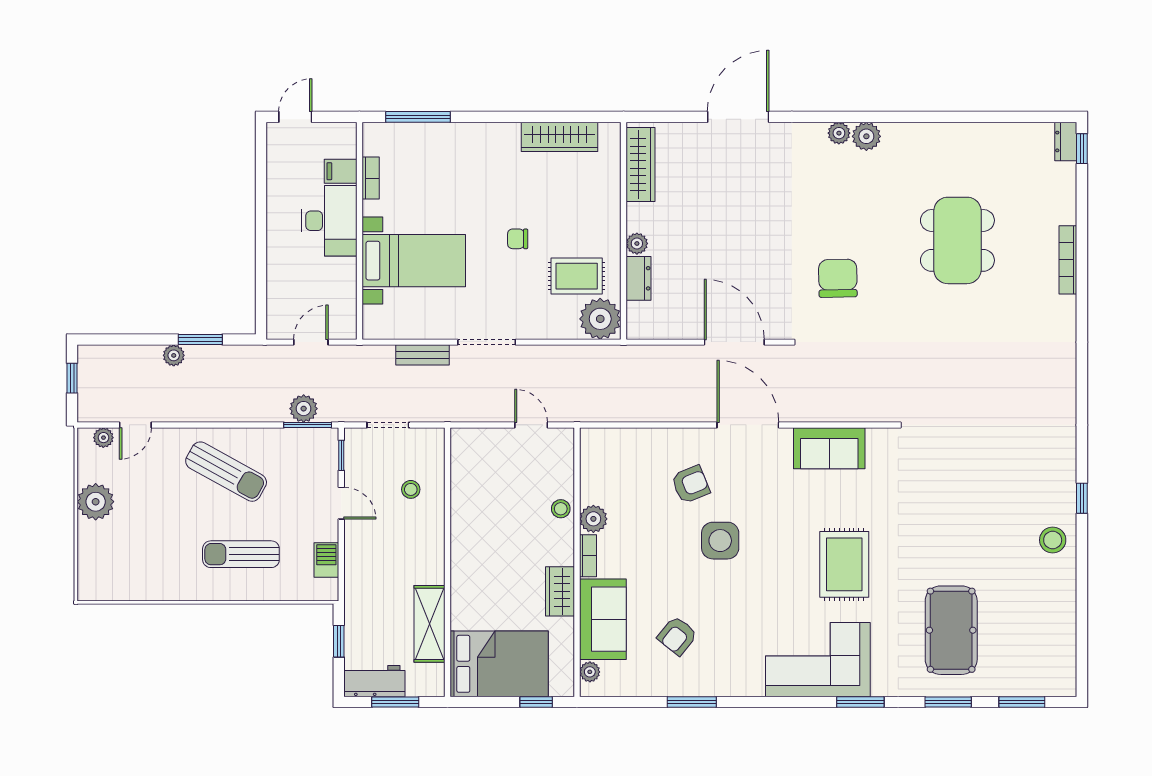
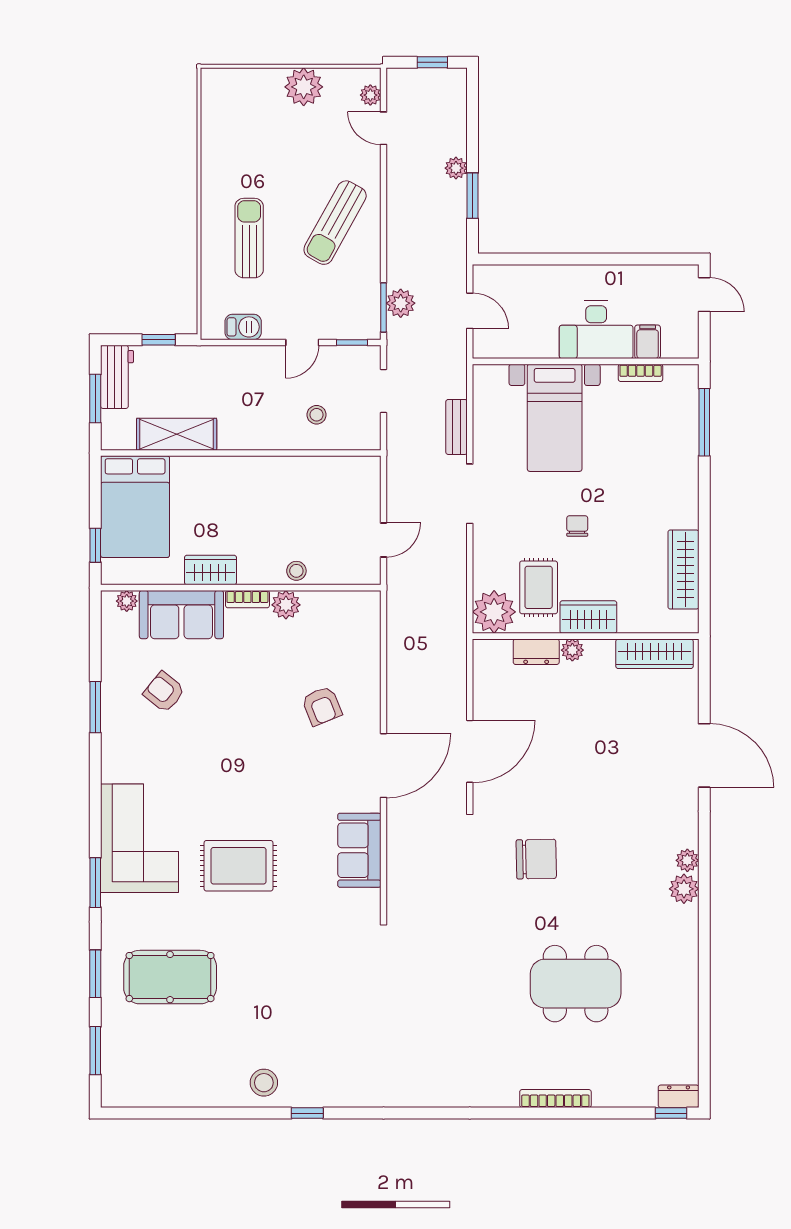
wardrobe: (605, 228) -> (588, 617), added
side table: (720, 541) -> (263, 737), removed

